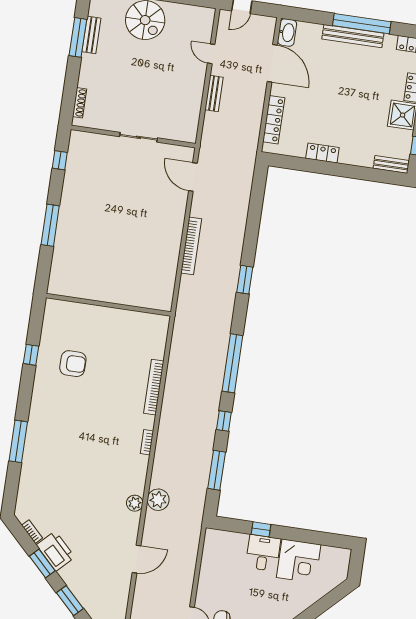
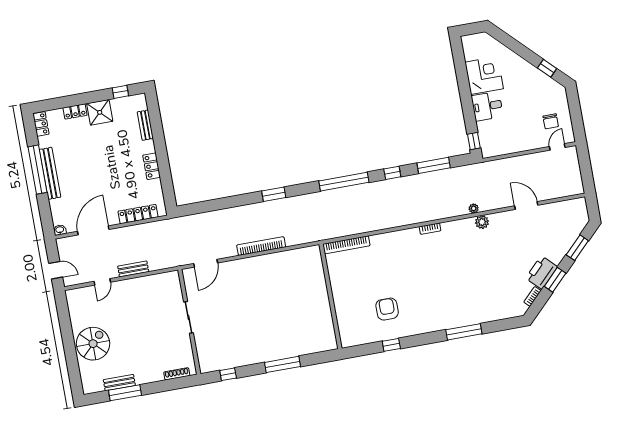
washbasin: (287, 32) -> (60, 230), width x0.52, depth x0.69
bench: (391, 164) -> (145, 125), moved
bookcase: (154, 387) -> (346, 245), moved
plant: (158, 500) -> (474, 208), width x0.53, depth x0.53
window: (261, 529) -> (474, 141), moved

